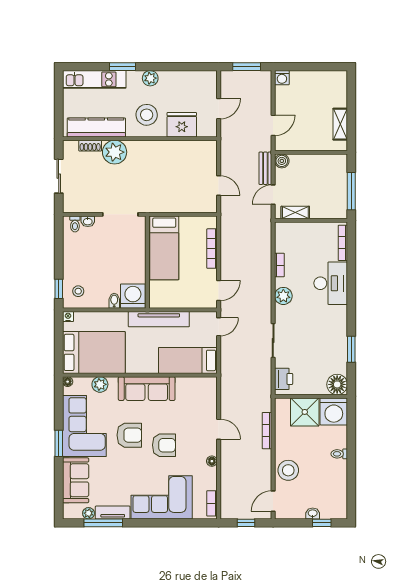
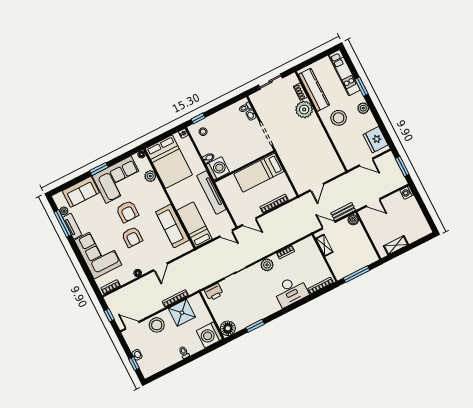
fridge: (182, 125) -> (376, 140), moved, turned 180
sofa: (147, 389) -> (172, 226), moved
shower: (305, 412) -> (182, 313), moved

